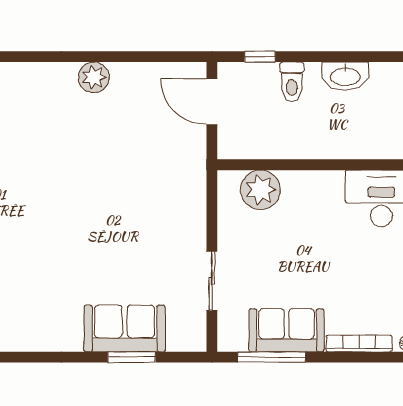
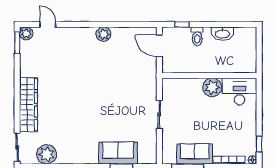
plant: (260, 190) -> (212, 87), moved
sliding door: (212, 281) -> (159, 114), moved

